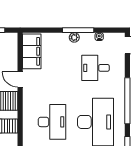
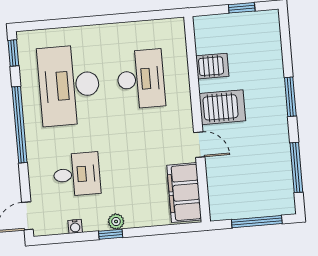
window: (78, 30) -> (111, 234), width x0.46
desk: (52, 122) -> (141, 79), turned 180

